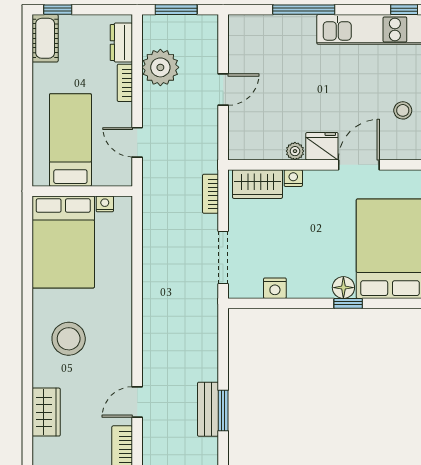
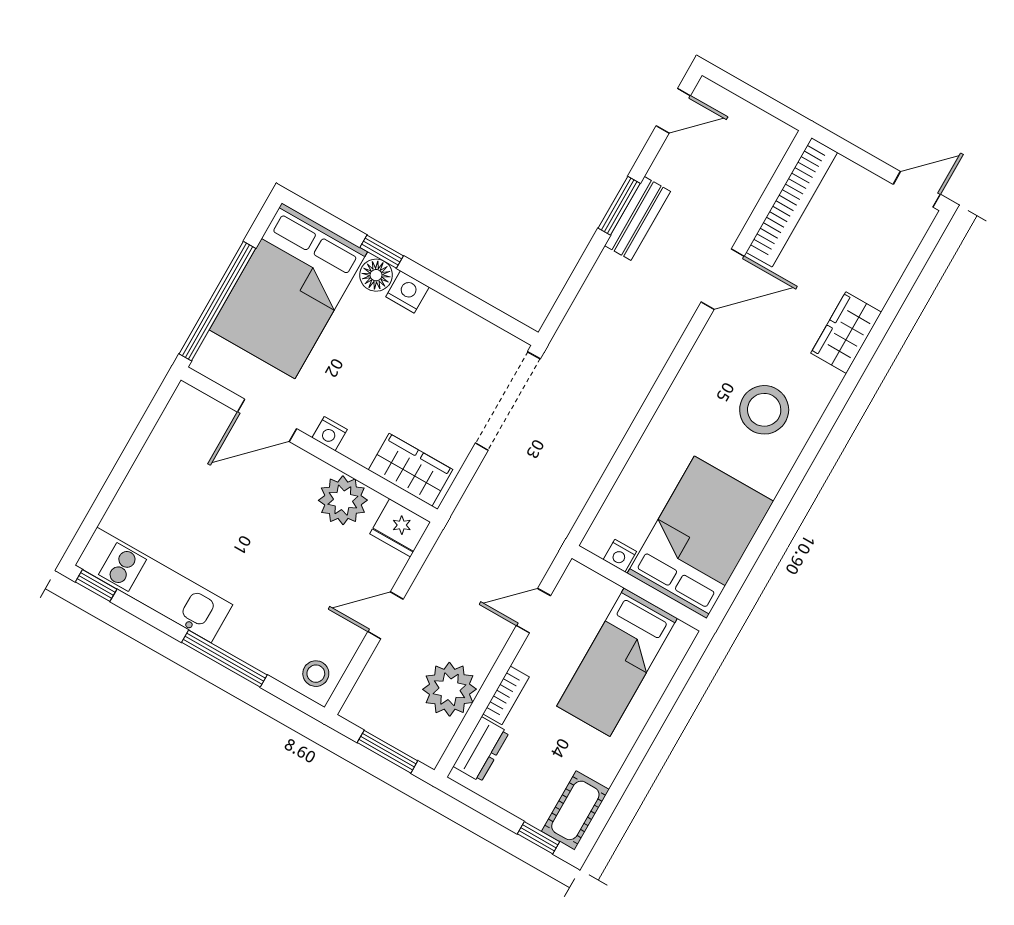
stool: (403, 110) -> (316, 674), moved
door: (137, 142) -> (534, 611), swing flipped
fridge: (322, 146) -> (400, 528), moved
plant: (295, 151) -> (343, 500), width x1.88, depth x1.88
nightstand: (293, 178) -> (330, 434), moved
bookcase: (211, 194) -> (477, 492), removed
doorway: (223, 258) -> (508, 401), width x1.36
nightstand: (275, 288) -> (407, 292), moved
door: (137, 402) -> (723, 279), width x1.38

